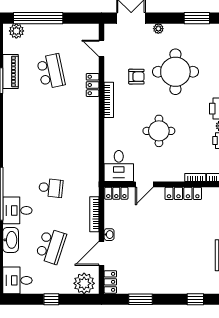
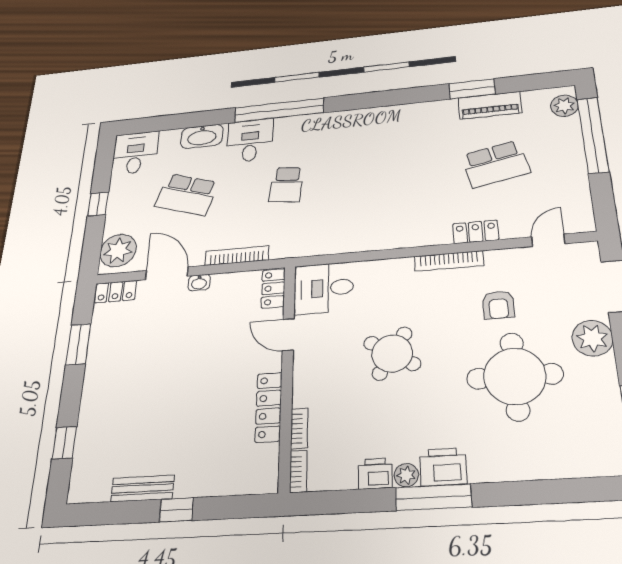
plant: (158, 29) -> (592, 338), width x1.87, depth x1.87
round table: (159, 131) -> (392, 353), turned 32

